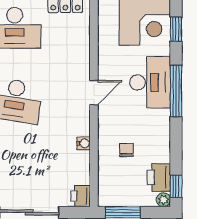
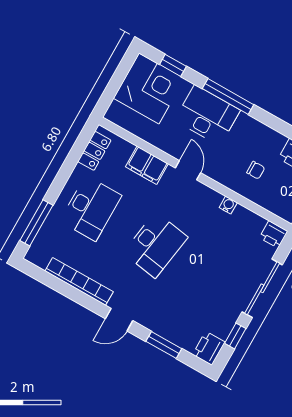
filing cabinet: (78, 55) -> (147, 165), added
chair: (127, 150) -> (256, 170), turned 180

